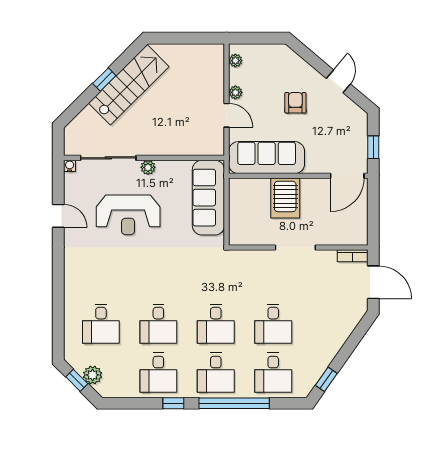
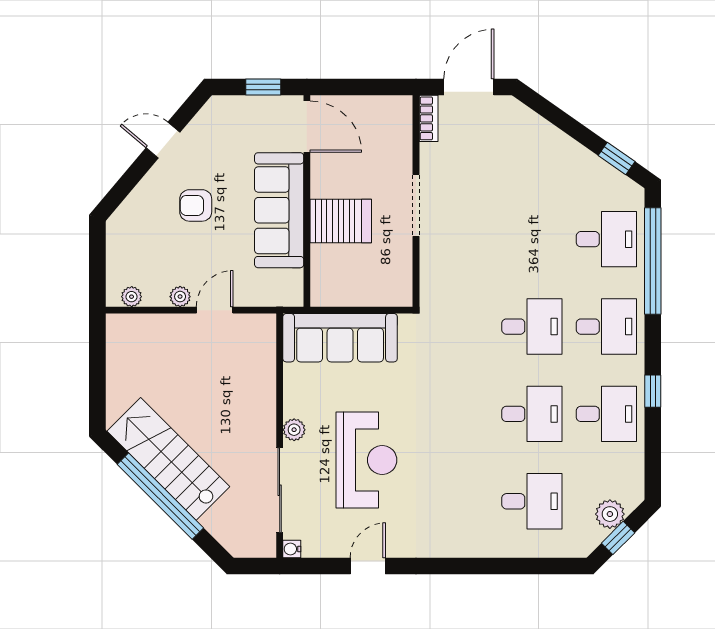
window: (104, 80) -> (160, 496), width x3.17
sofa: (267, 158) -> (279, 210), moved
desk: (273, 324) -> (532, 239), removed
window: (234, 403) -> (653, 261), moved

